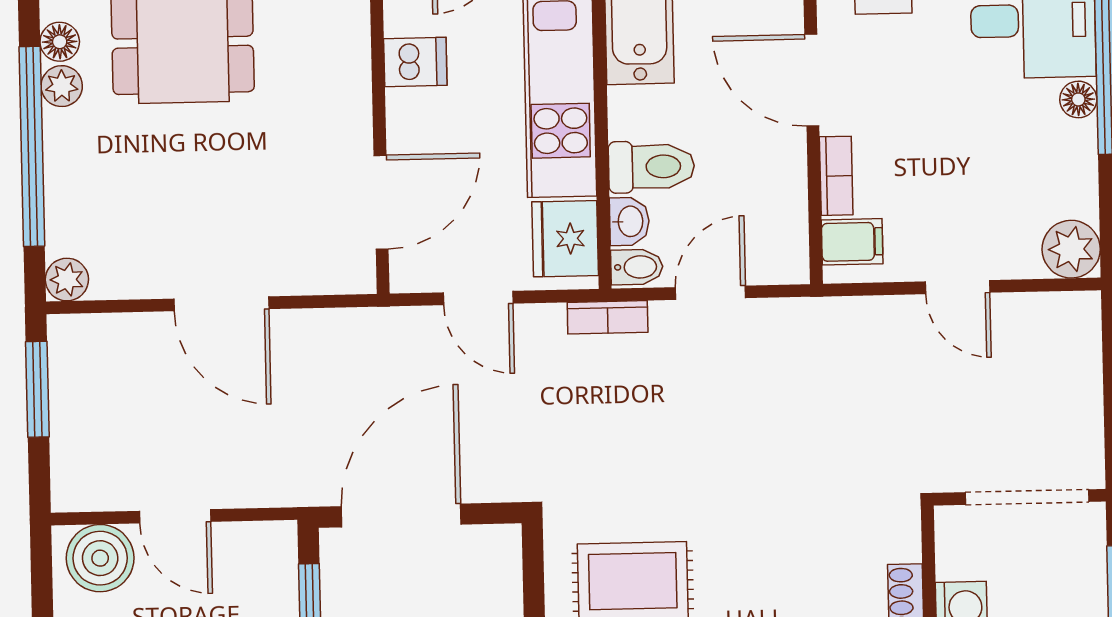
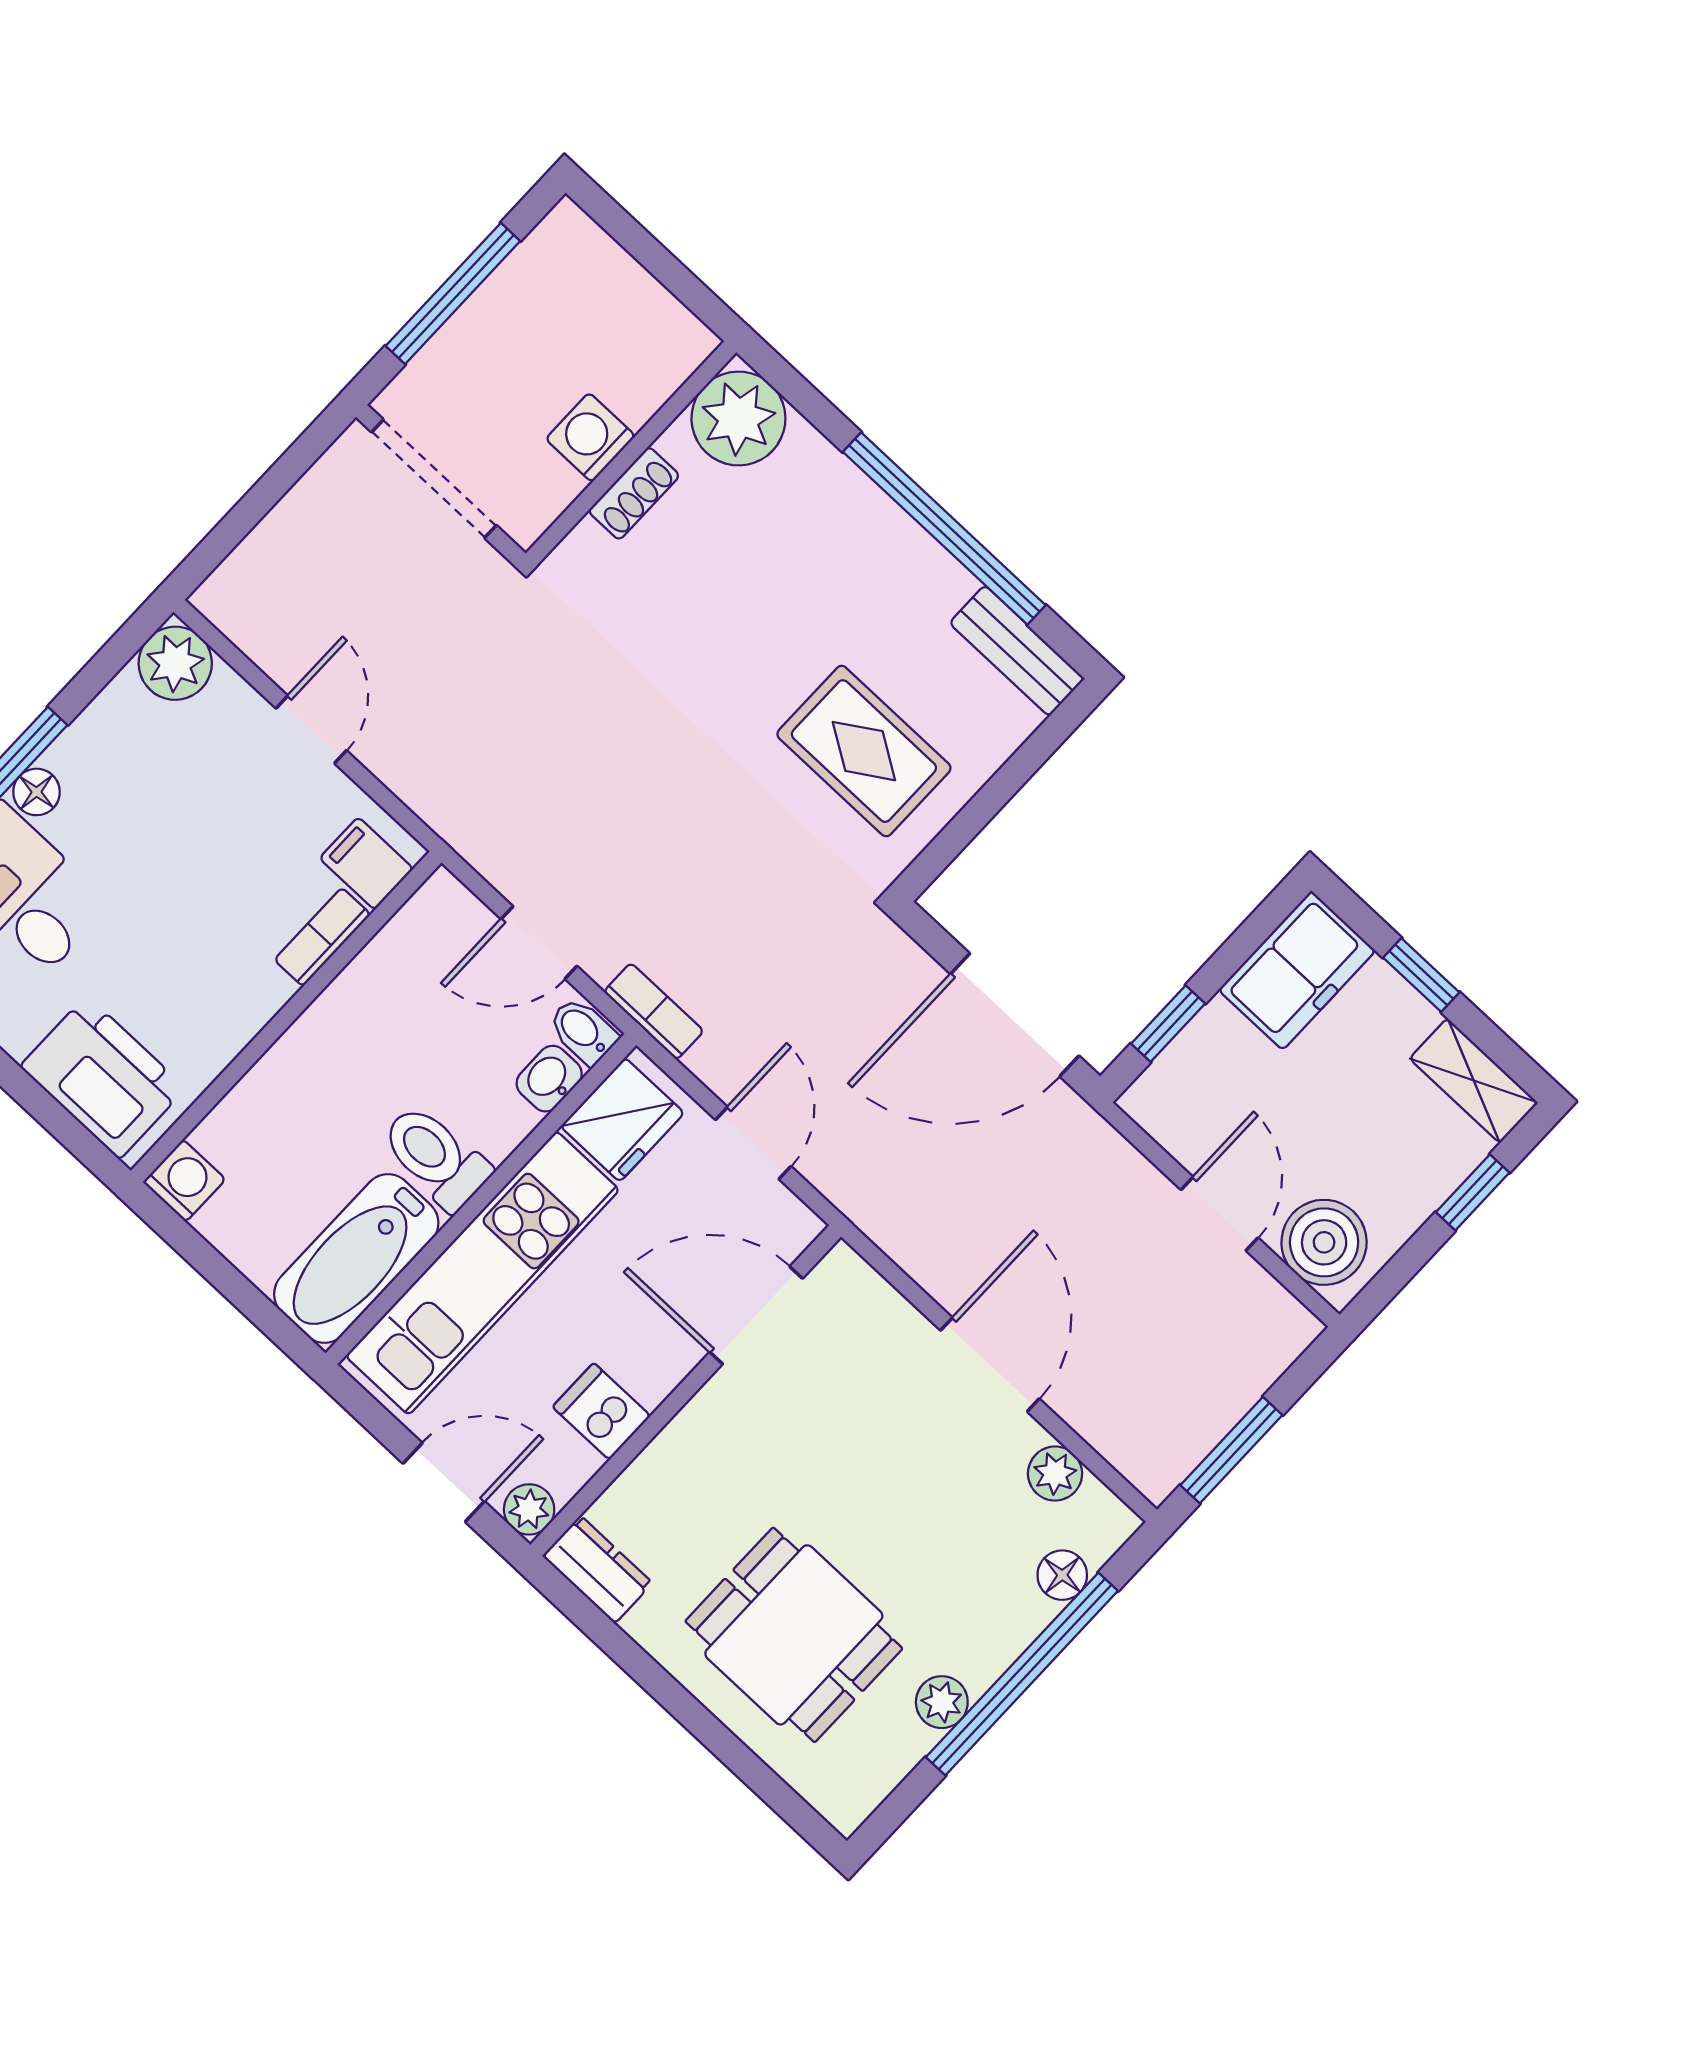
floor lamp: (60, 42) -> (1062, 1575), moved
door: (812, 80) -> (260, 1045), removed
toilet: (651, 167) -> (436, 1157), moved
plant: (67, 280) -> (1055, 1474), moved

